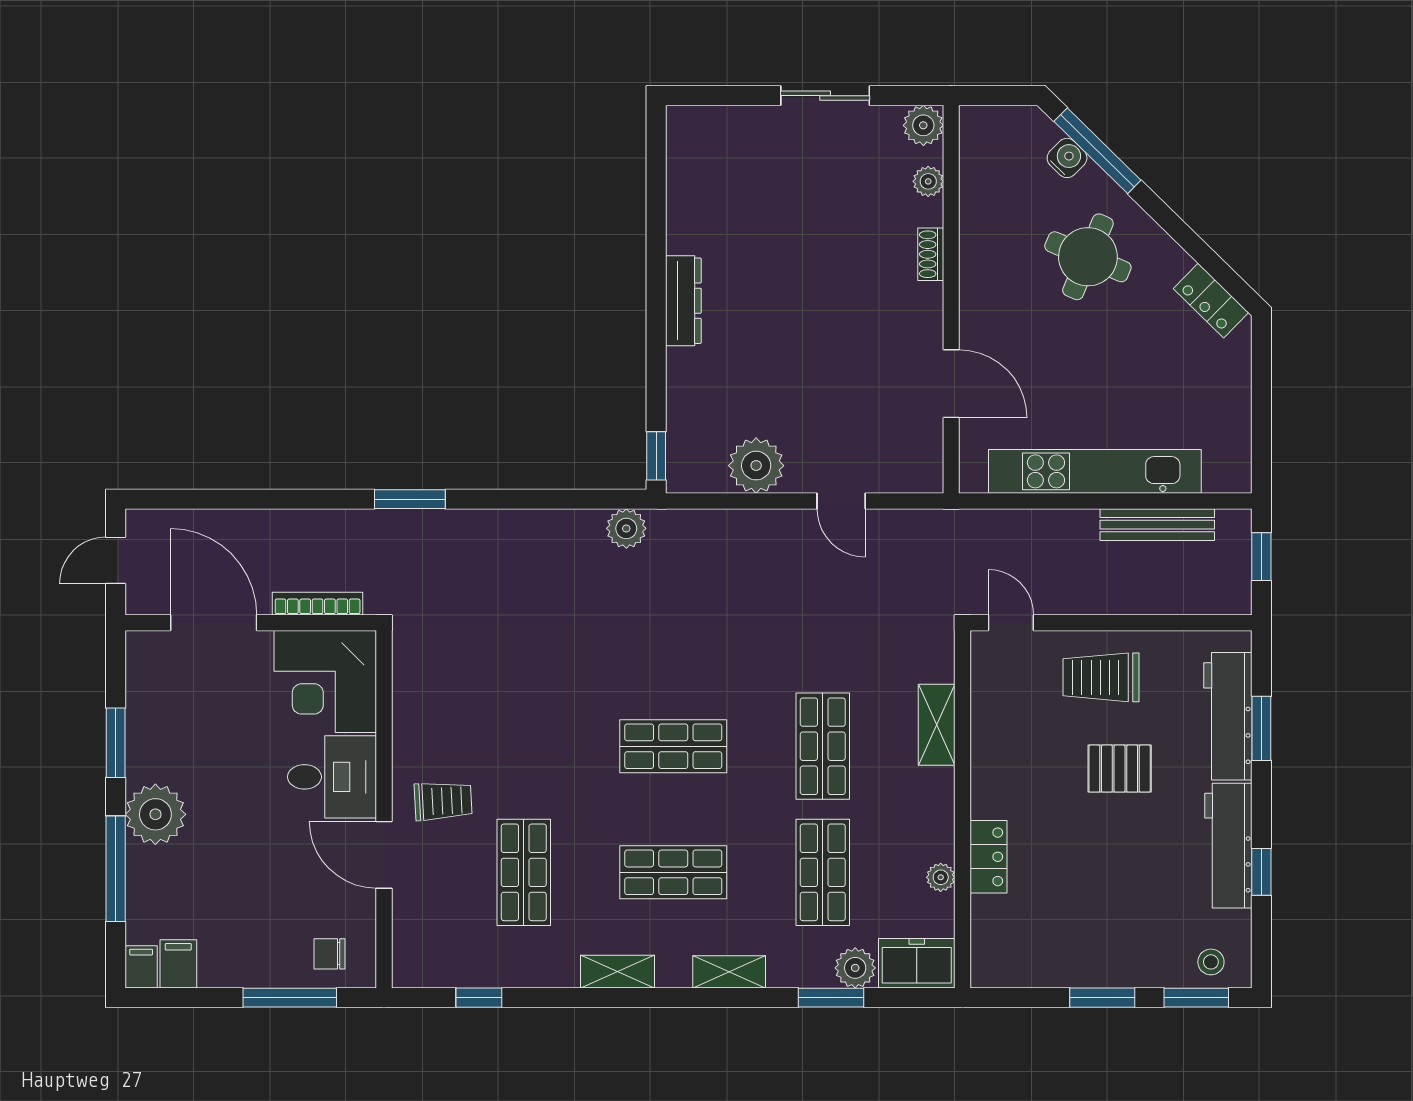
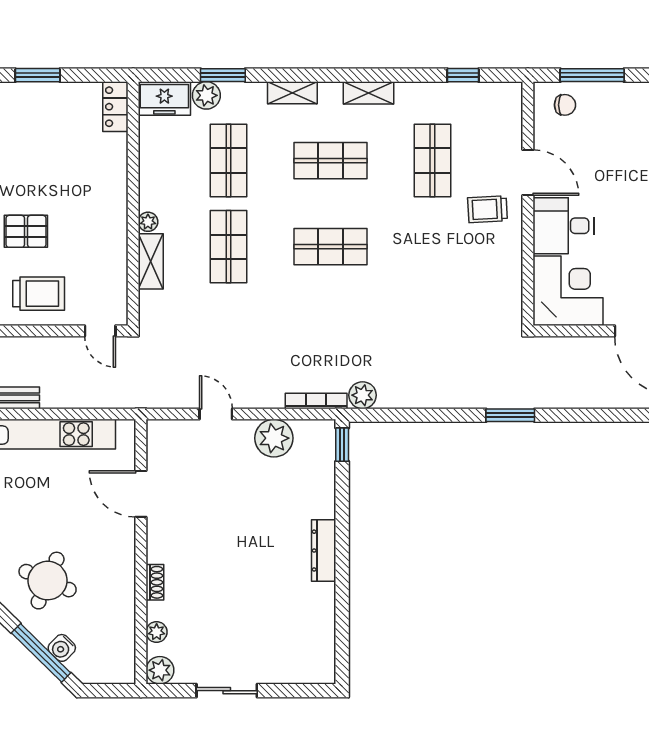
bookcase: (318, 604) -> (316, 401), moved, turned 180
locker: (989, 857) -> (115, 107), moved
plant: (941, 877) -> (148, 222), moved

